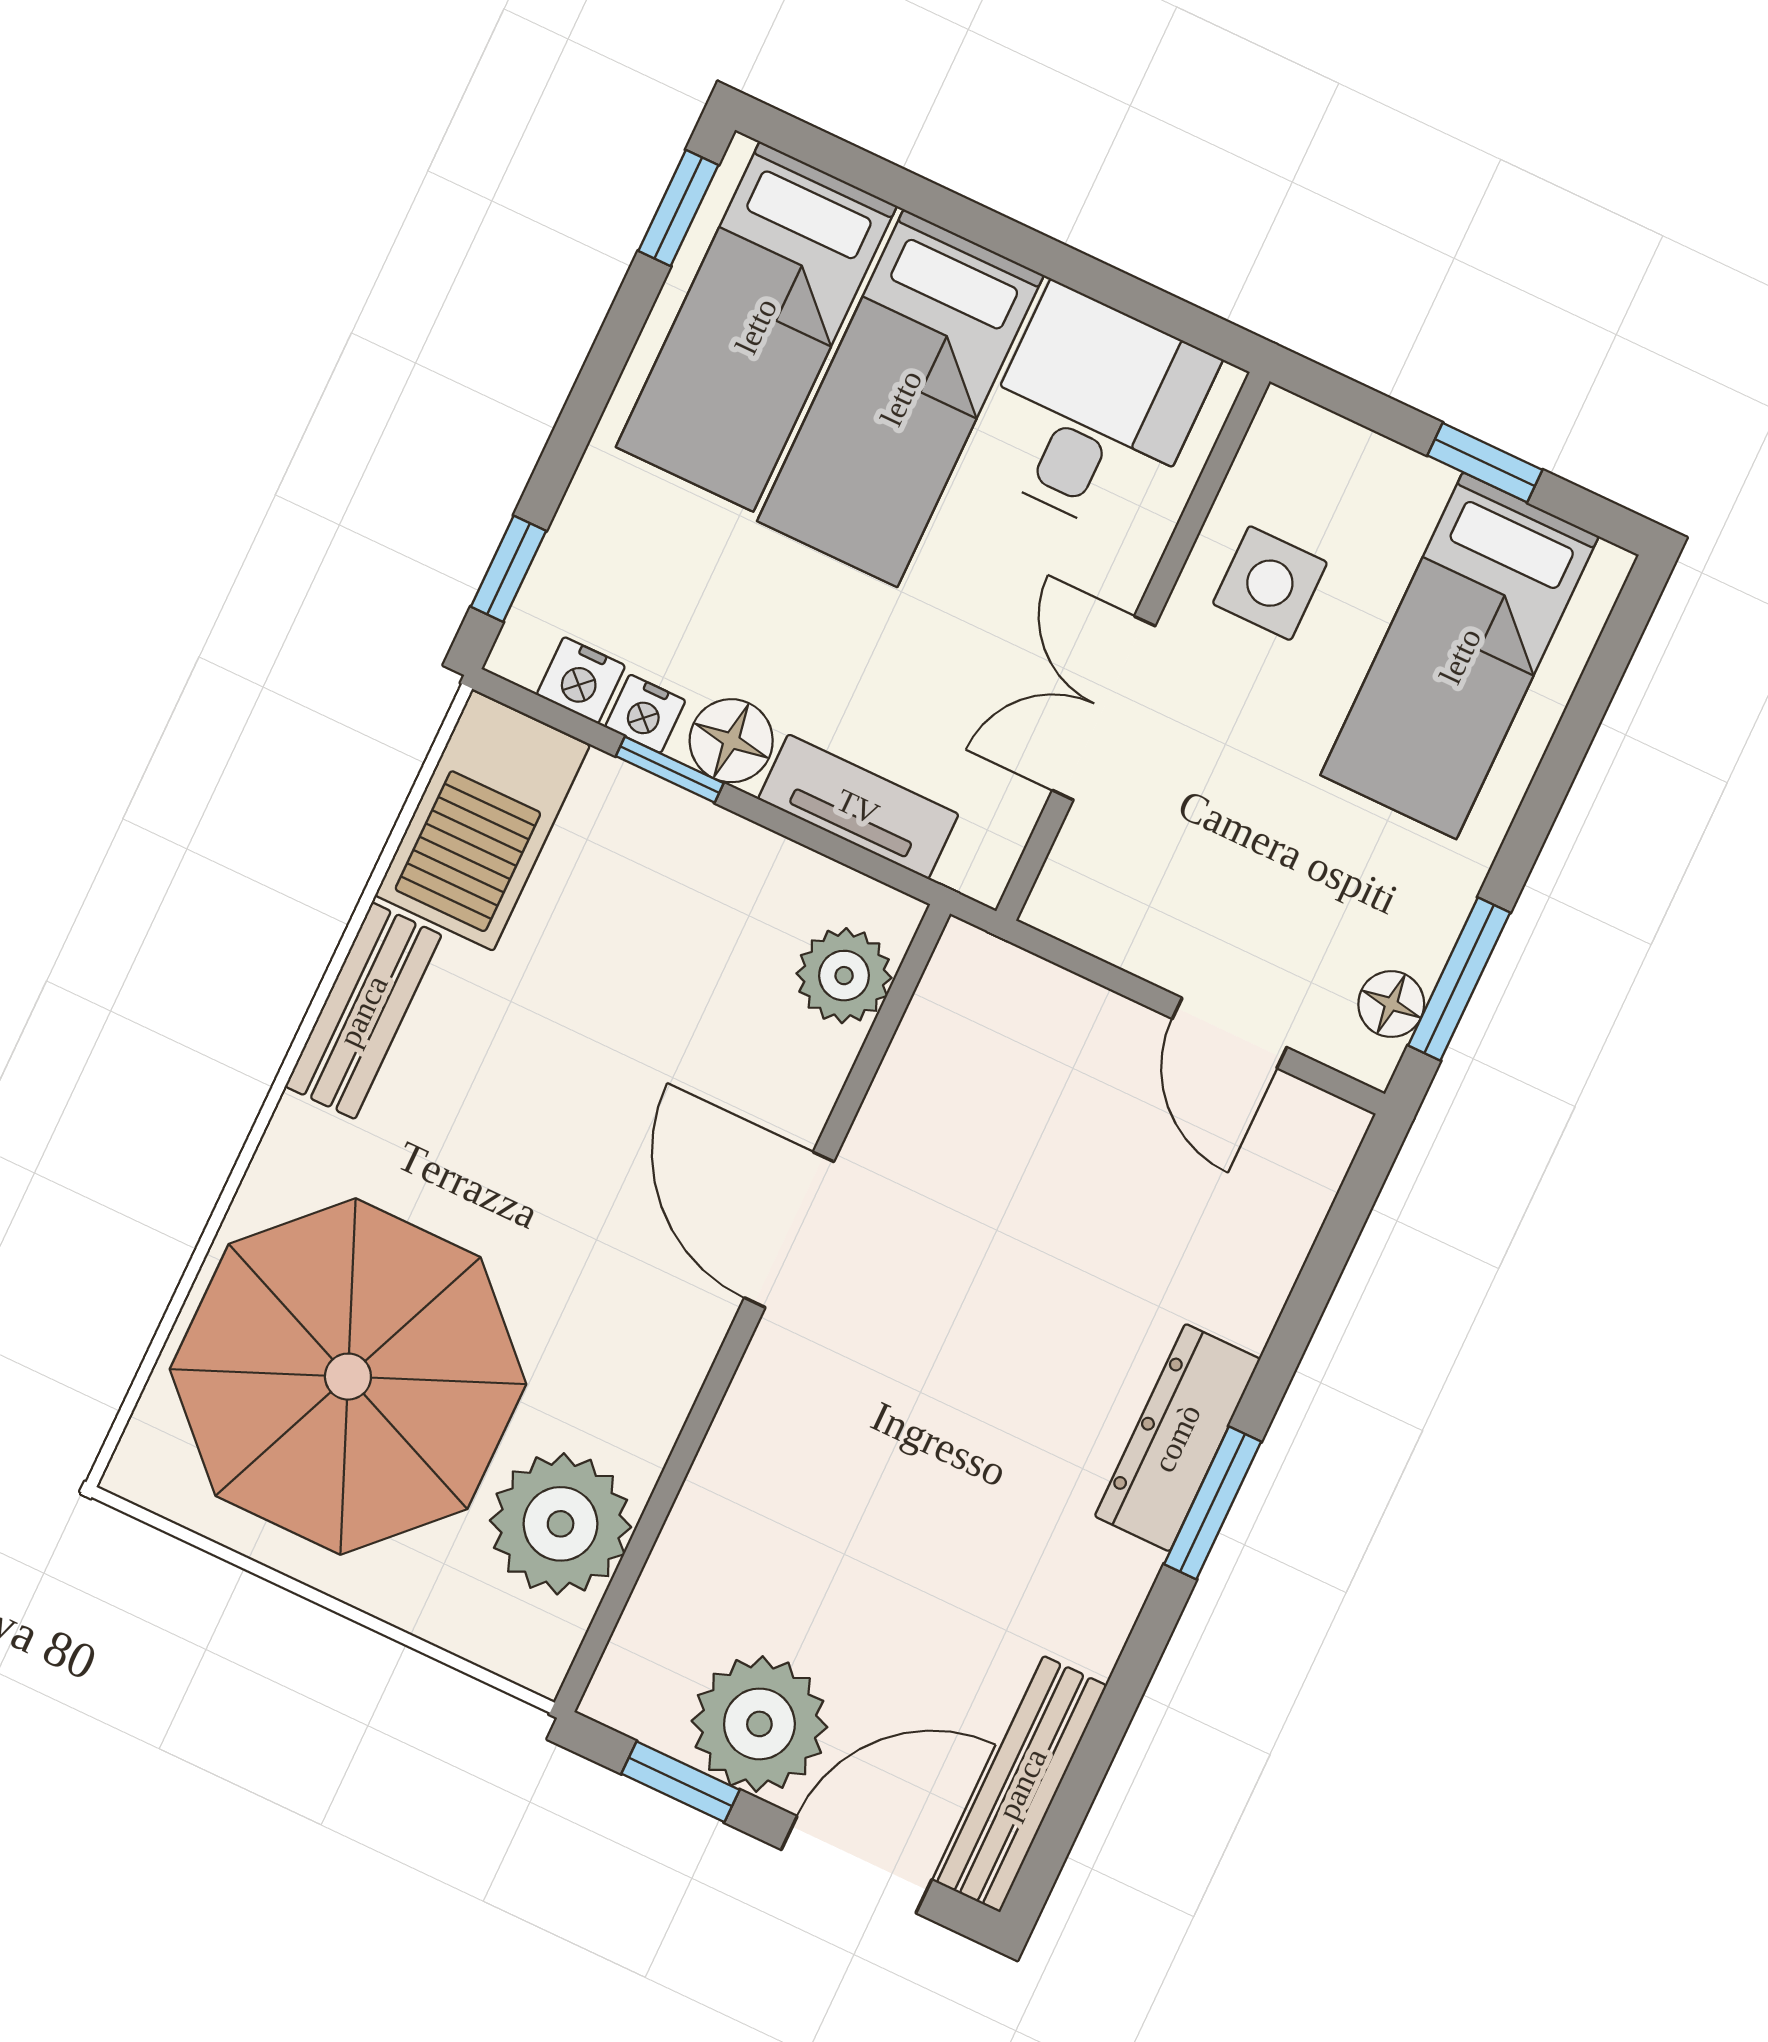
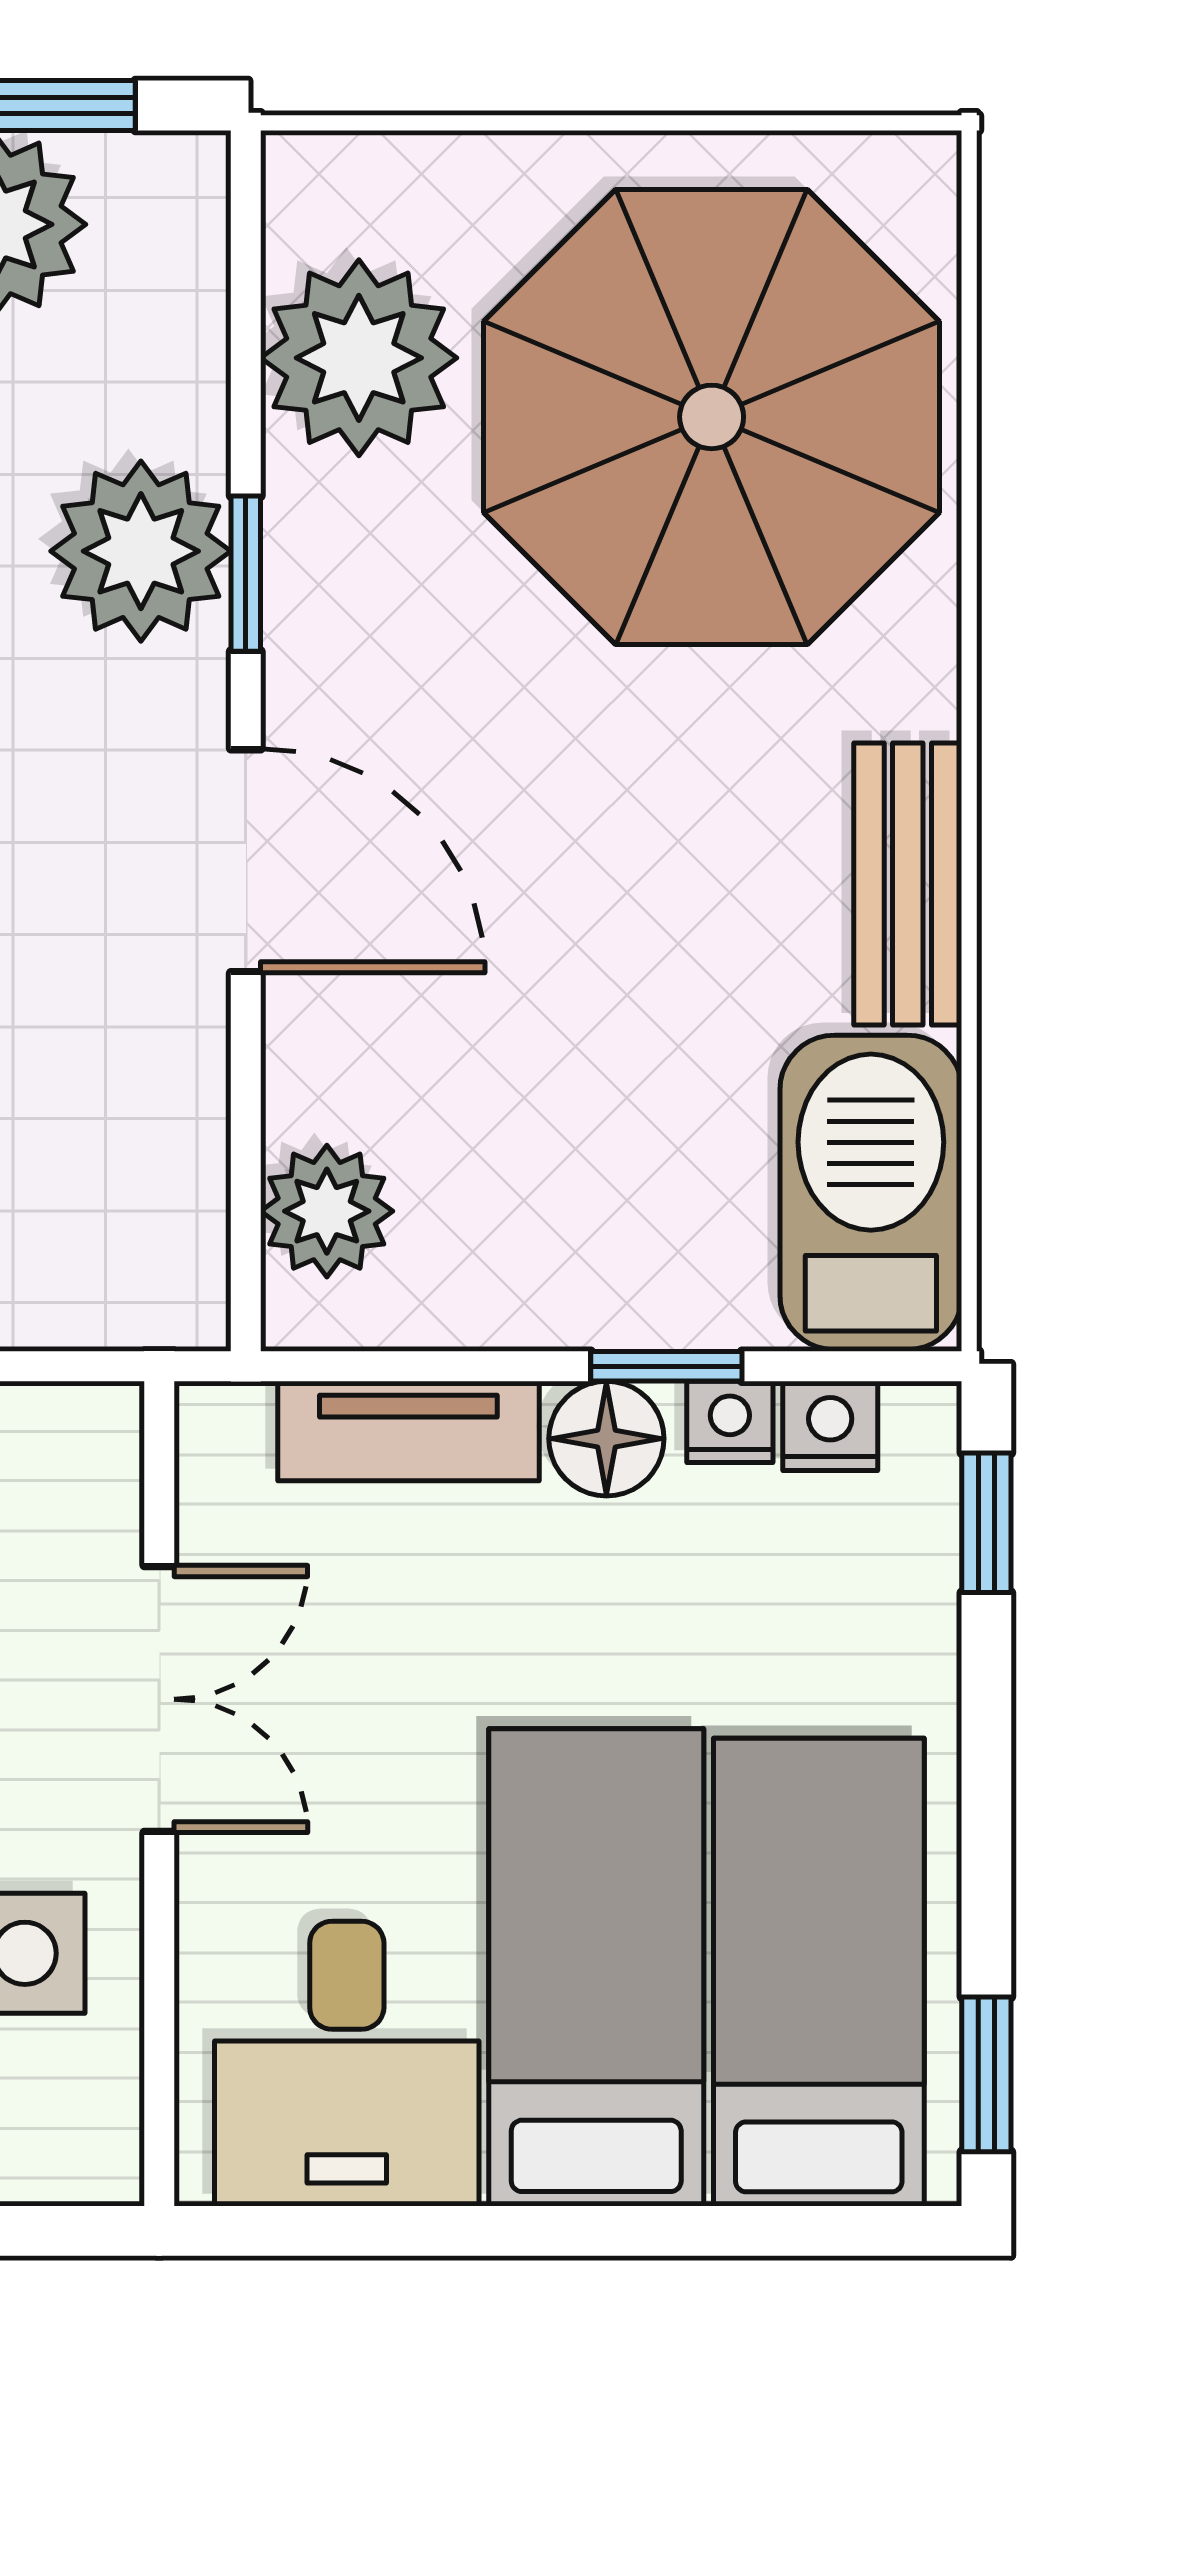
window: (701, 1417) -> (246, 574), added
plant: (763, 1464) -> (141, 551), added

